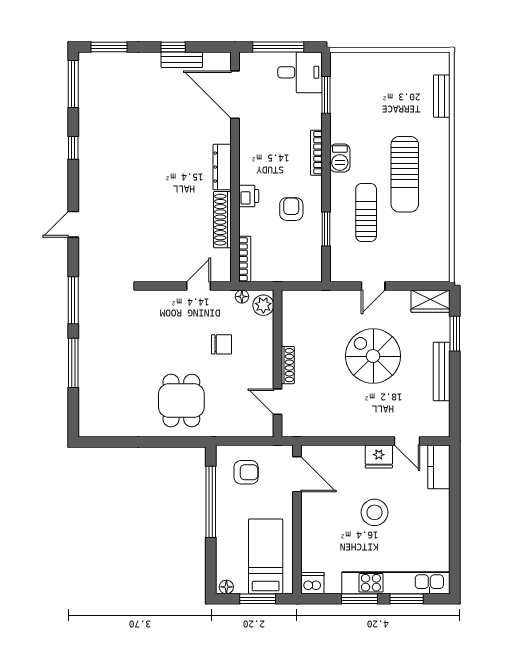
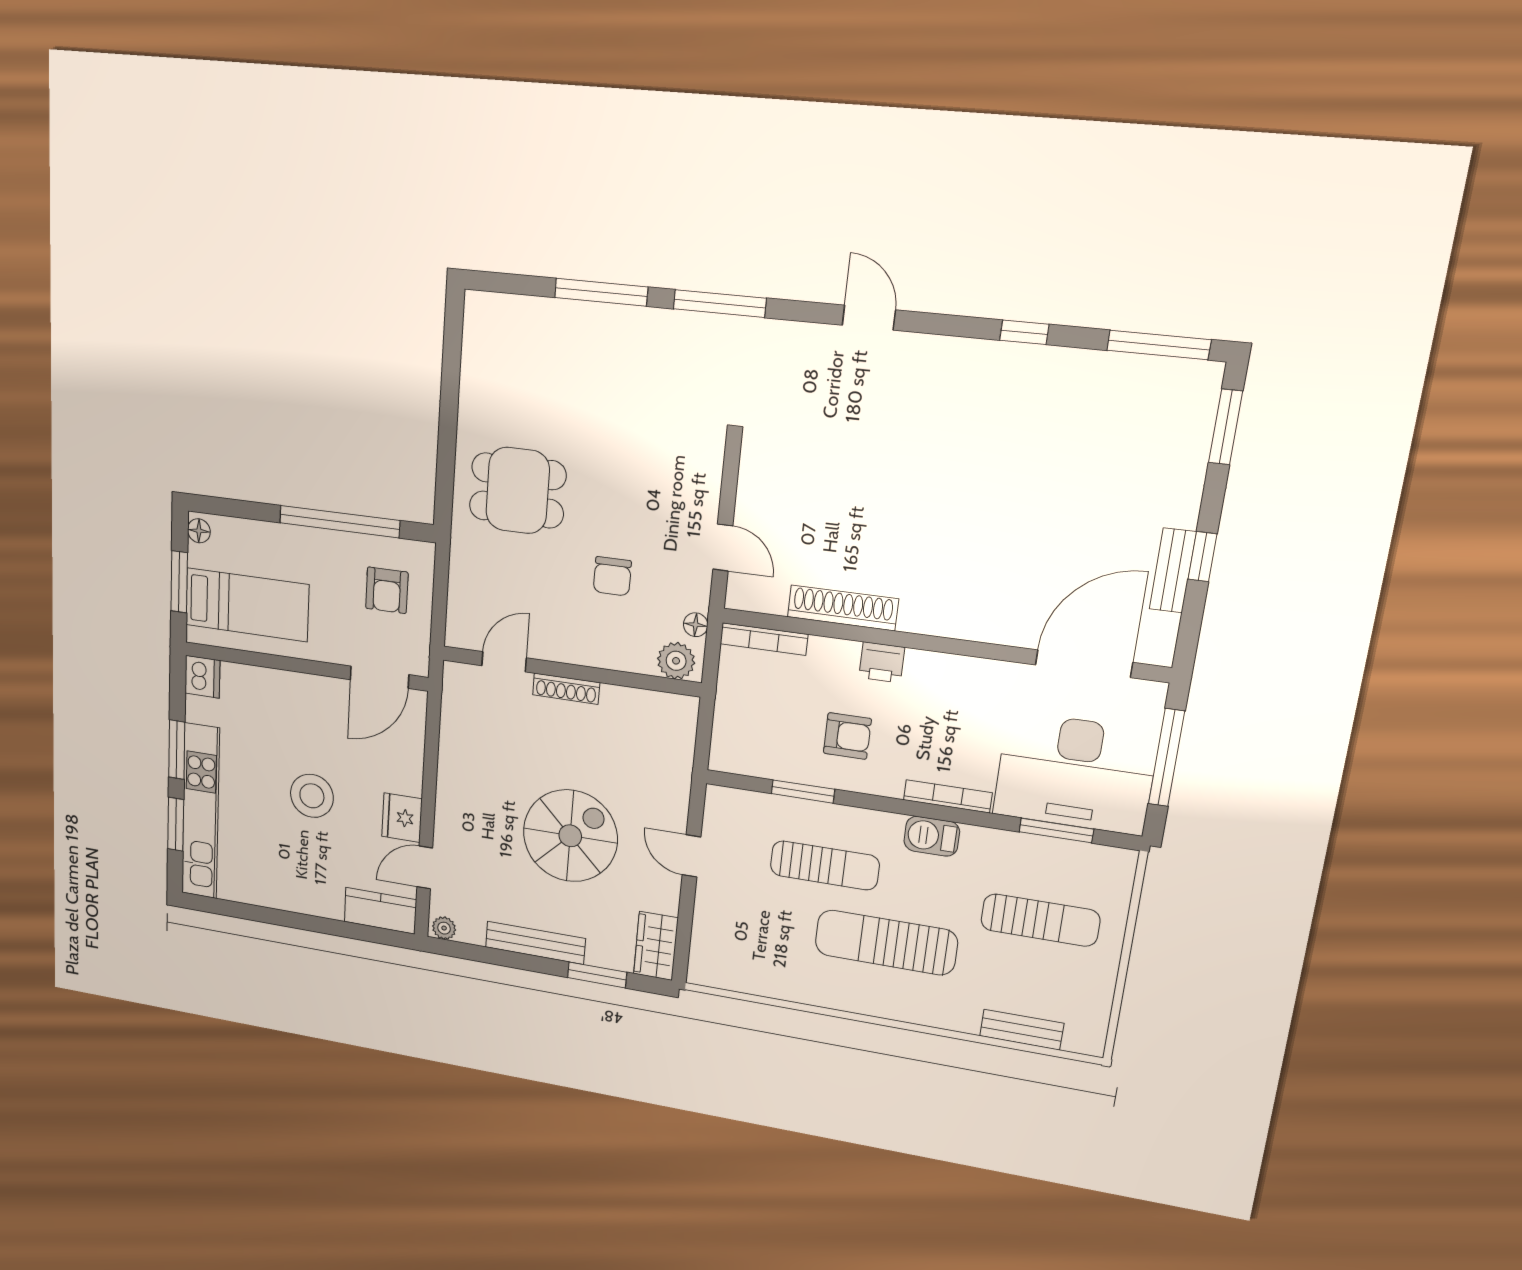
desk: (300, 72) -> (1075, 773), width x1.87, depth x1.30
sun lounger: (377, 96) -> (1040, 920), added
dresser: (222, 167) -> (944, 621), removed
plant: (443, 427) -> (444, 928), added

